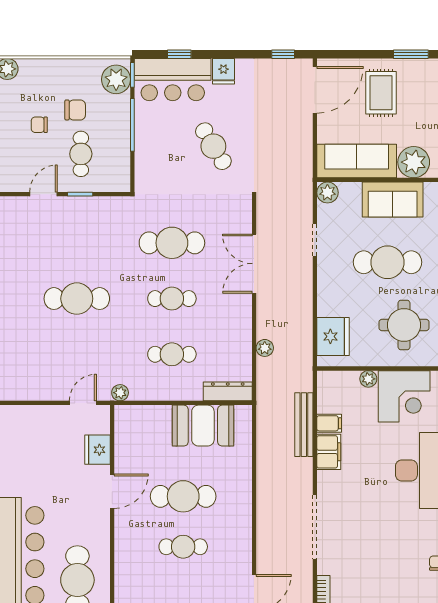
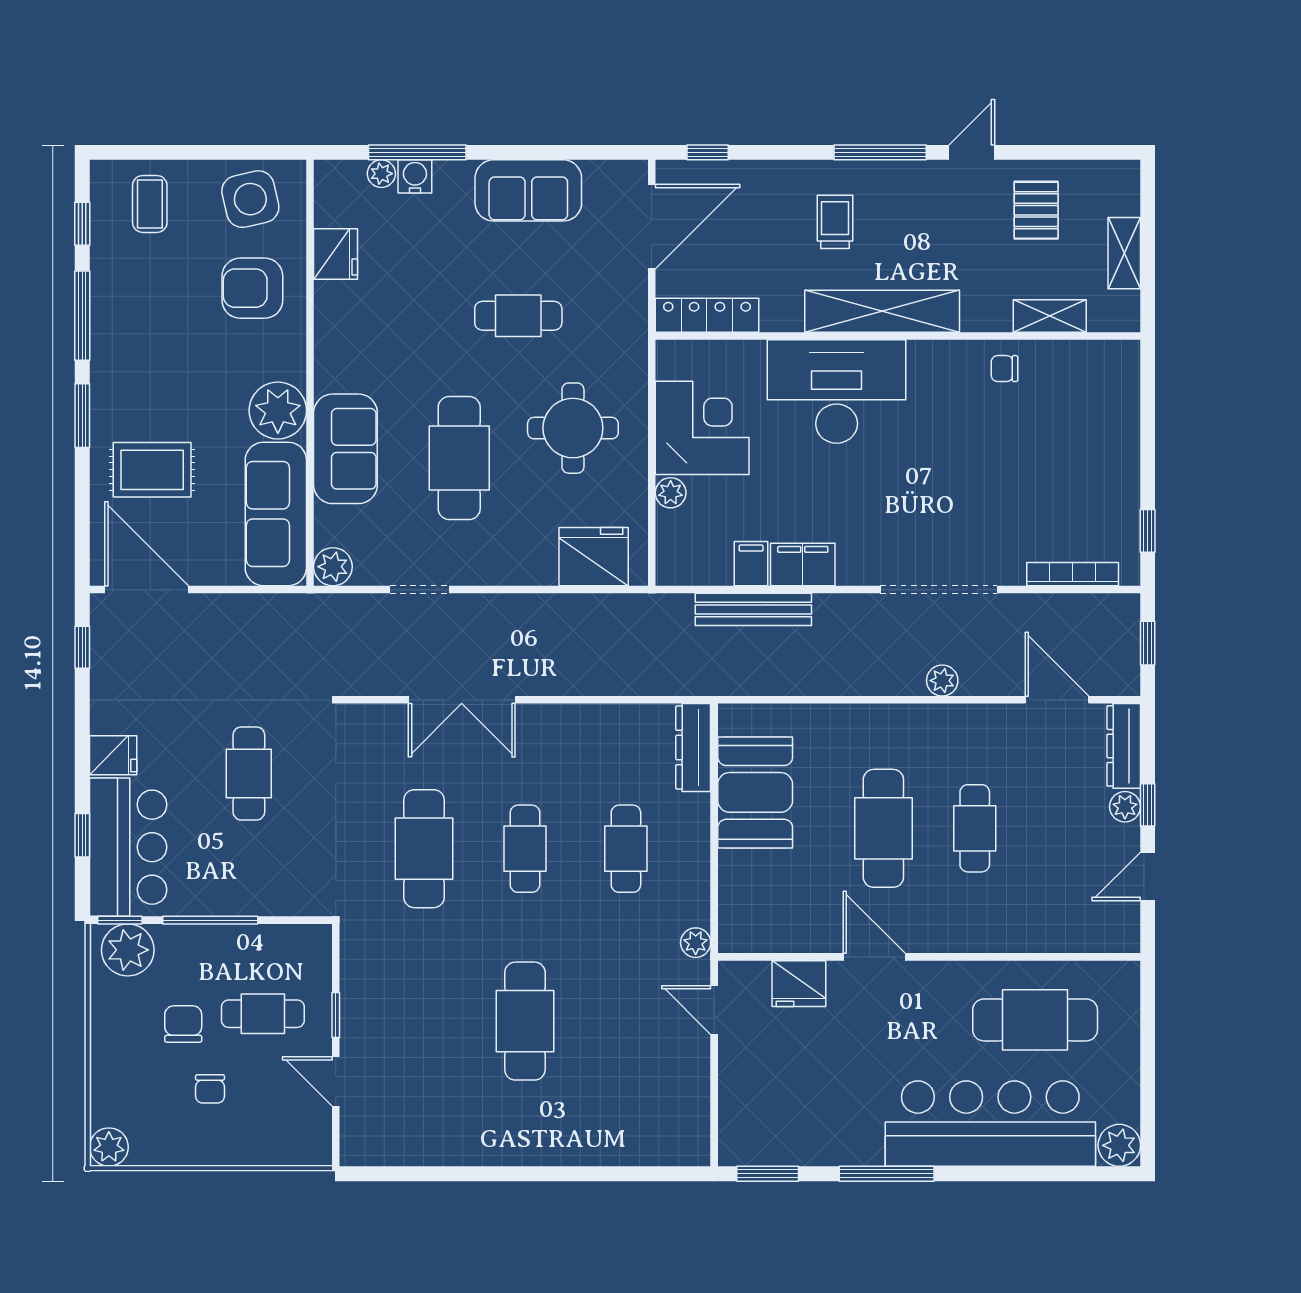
cafe table: (213, 146) -> (249, 773), turned -59
plant: (265, 348) -> (942, 681), moved

